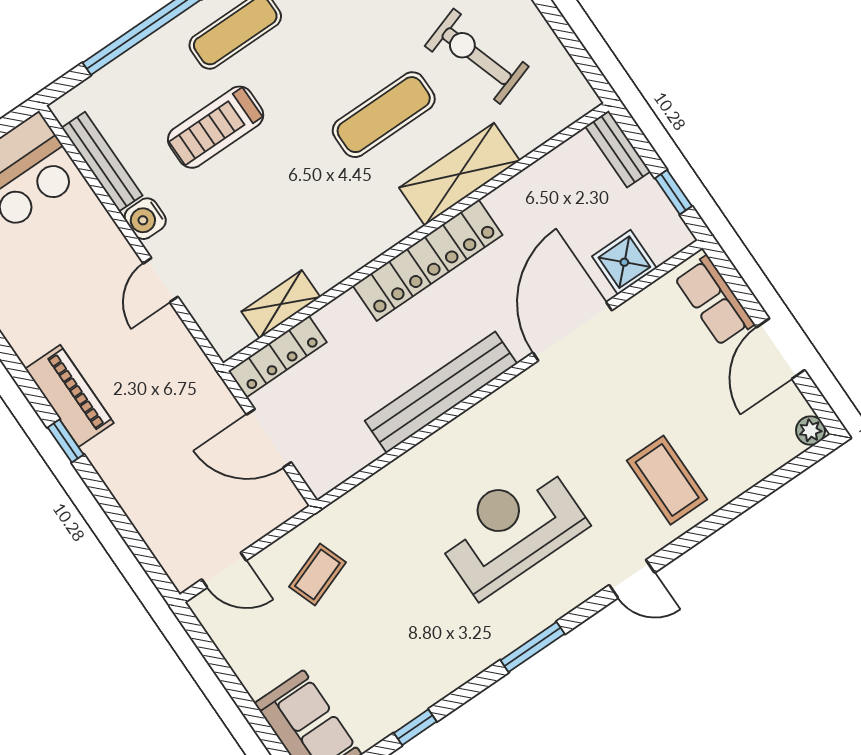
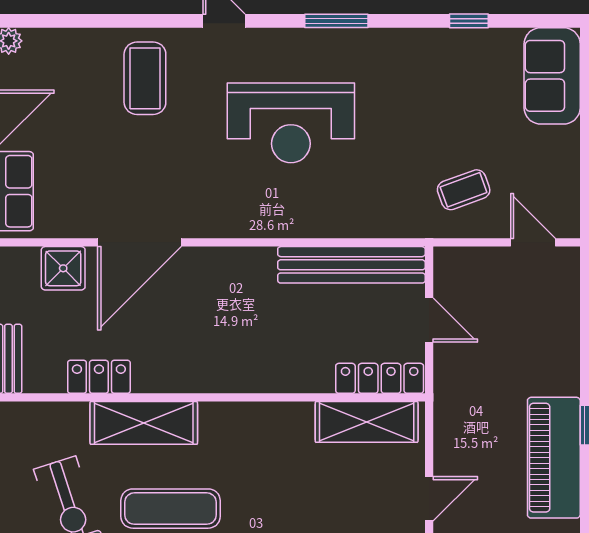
locker: (428, 260) -> (99, 377), moved, width x0.46, depth x0.83
shelving: (281, 304) -> (367, 422), width x1.50, depth x1.33
bench: (441, 392) -> (351, 265), moved
piano: (69, 396) -> (554, 458), width x1.37, depth x1.33
door: (269, 438) -> (429, 320), width x0.73

